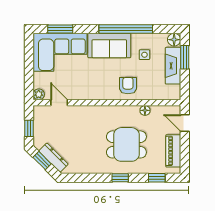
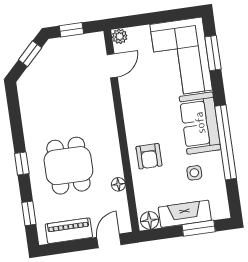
floor lamp: (174, 40) -> (150, 220), moved
armchair: (128, 86) -> (149, 156), turned 90
dresser: (53, 158) -> (36, 69), removed

